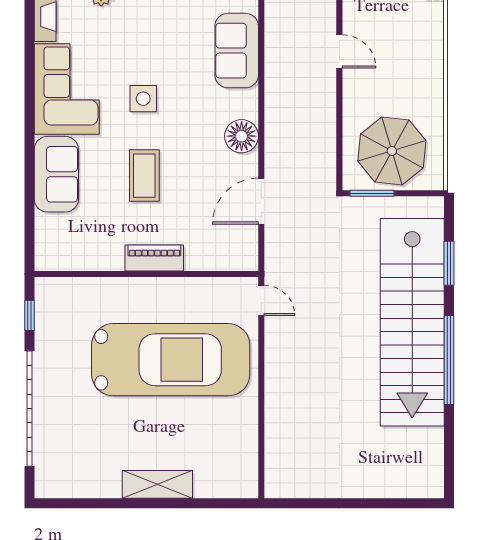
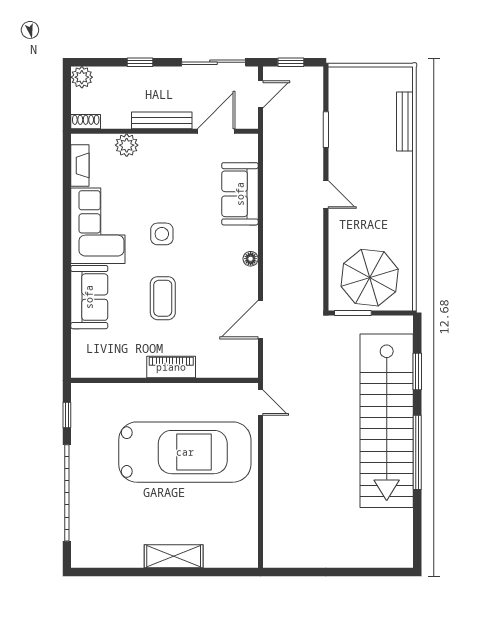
floor lamp: (242, 136) -> (251, 259), width x0.53, depth x0.53

